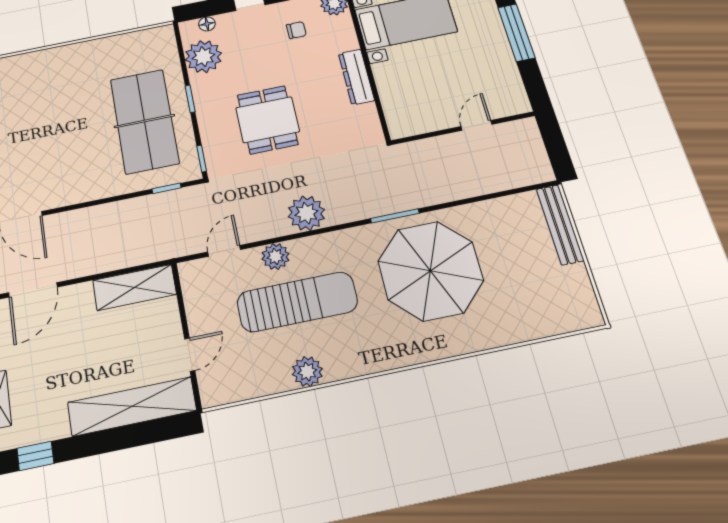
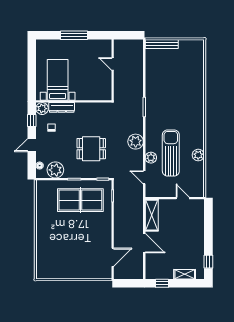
dresser: (356, 77) -> (62, 107), moved
parasol: (430, 271) -> (169, 99), removed
door: (33, 290) -> (144, 243), moved
shelving: (132, 406) -> (198, 223), removed

